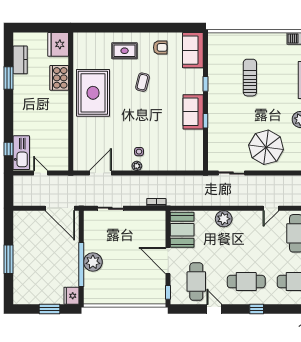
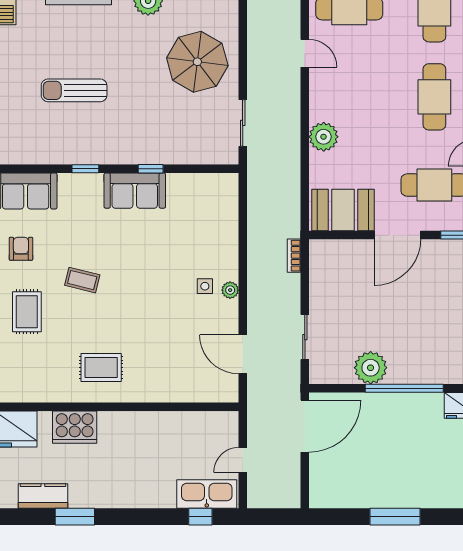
rug: (93, 93) -> (101, 367), width x0.54, depth x0.49
plant: (93, 262) -> (371, 368), moved

